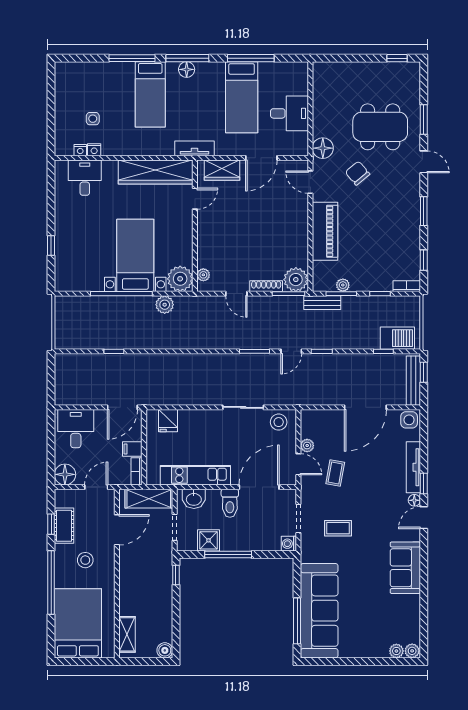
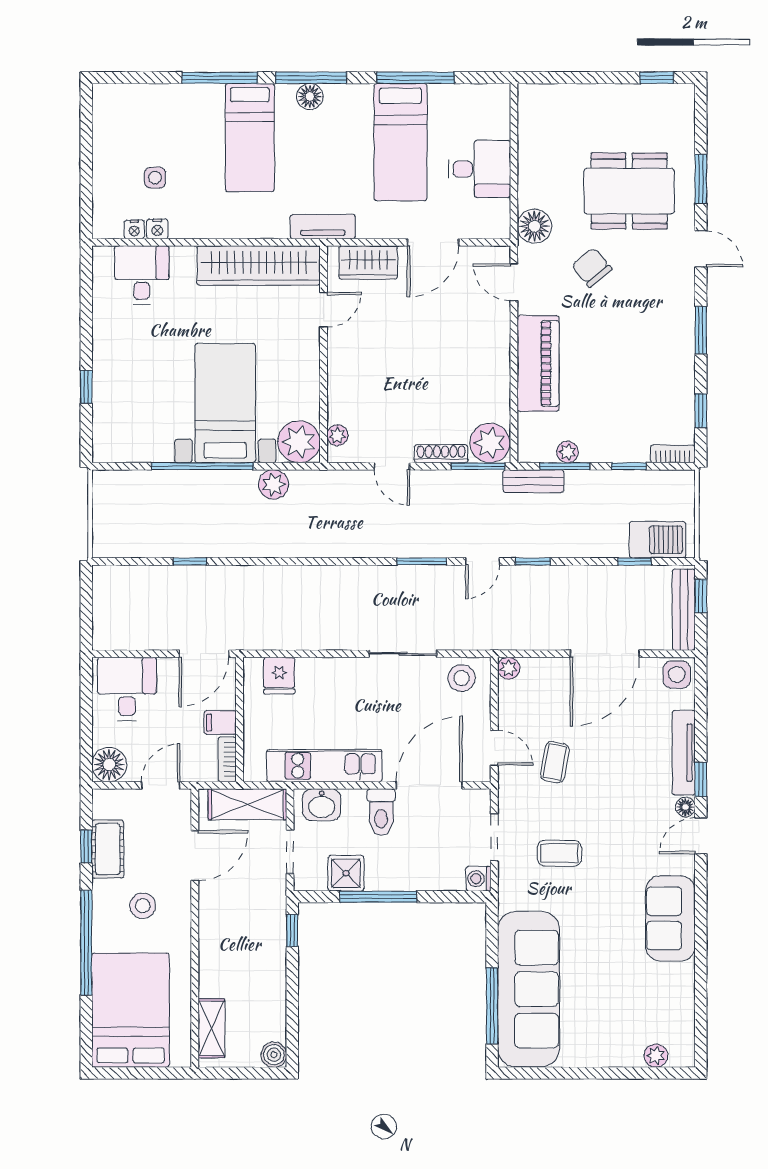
plant: (307, 446) -> (509, 668), moved
plant: (412, 651) -> (682, 1056), removed

